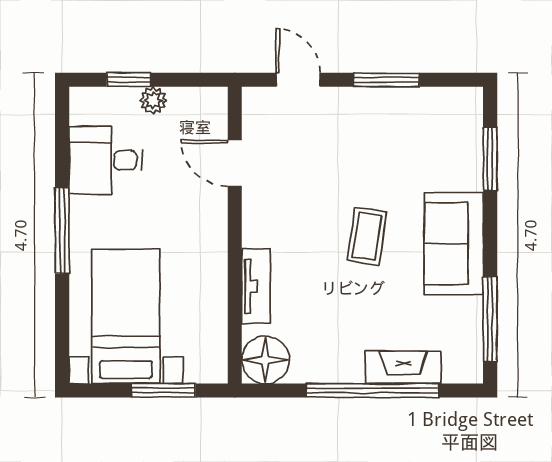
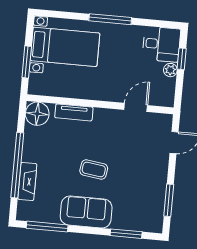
window: (386, 80) -> (169, 200), moved
desk: (106, 160) -> (161, 44), moved, turned 90

